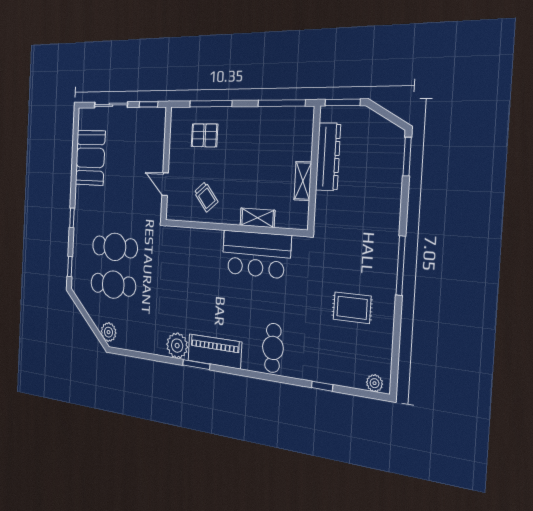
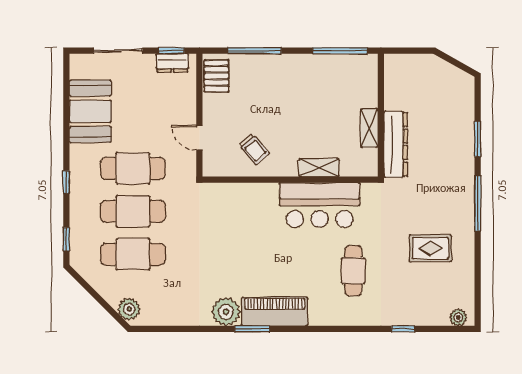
window: (343, 102) -> (408, 51), removed
dresser: (149, 116) -> (172, 63), added
pallet: (204, 135) -> (216, 76), moved, turned 90
dresser: (328, 157) -> (396, 144), moved
window: (407, 157) -> (478, 139), moved
cafe table: (117, 209) -> (133, 168), added
cafe table: (273, 348) -> (353, 271), moved

